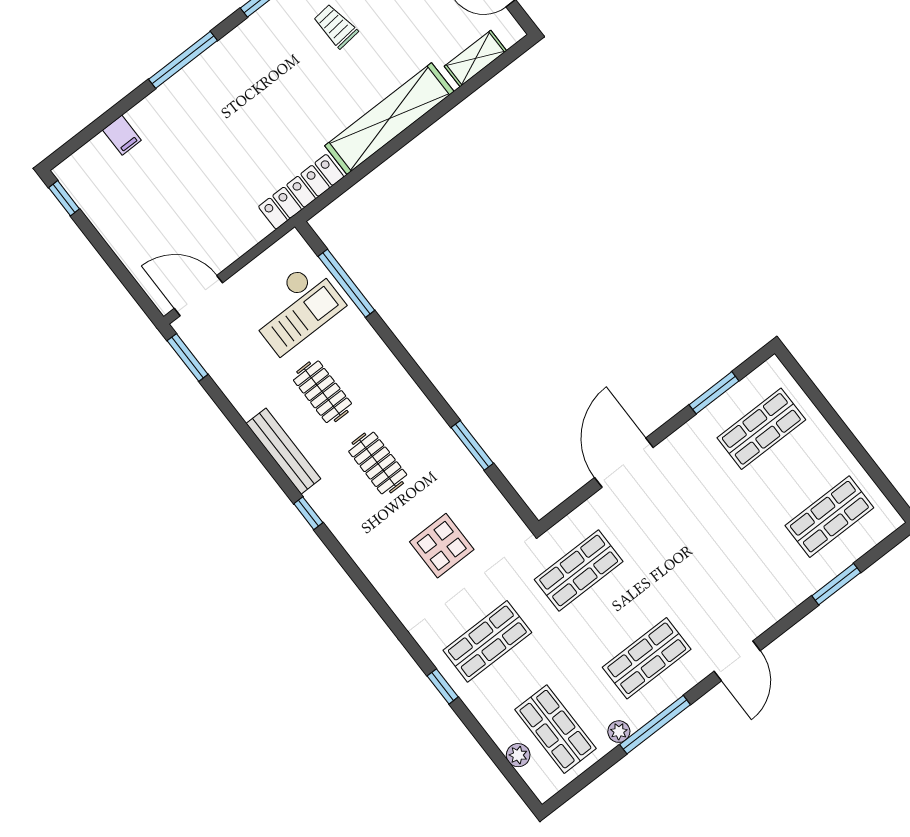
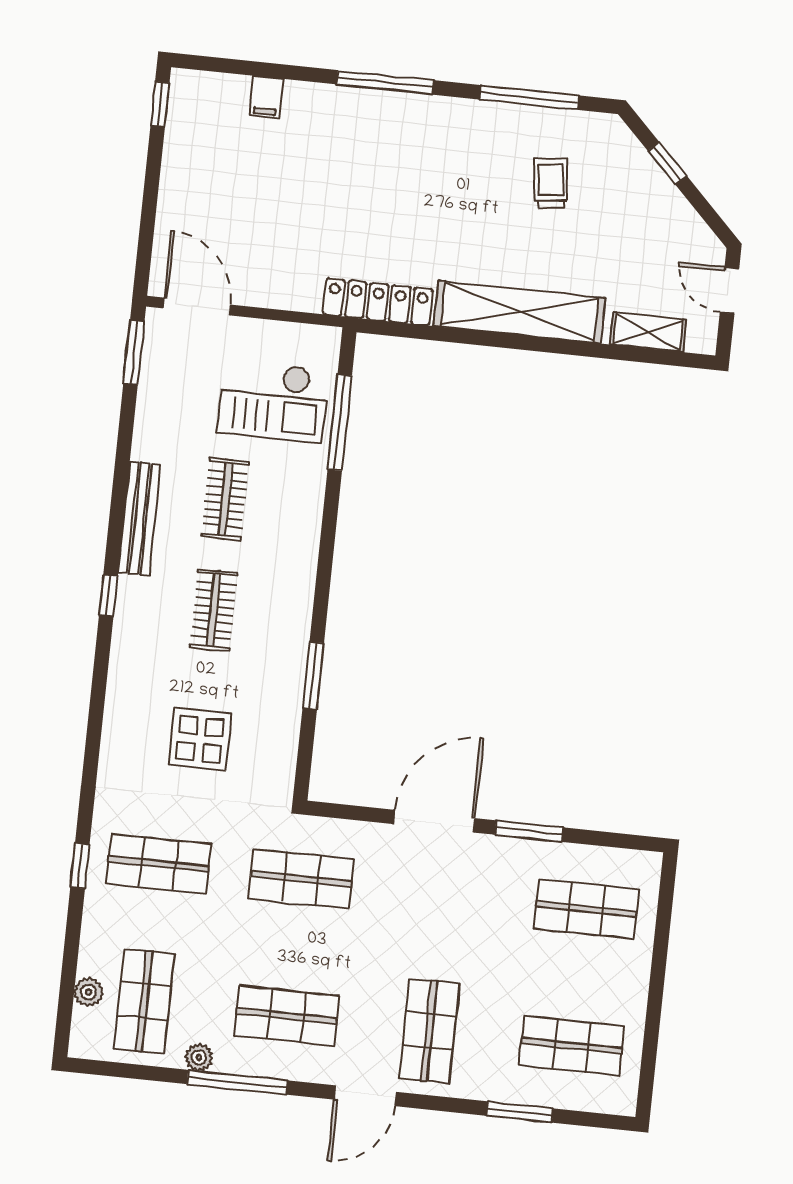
window: (714, 393) -> (529, 831), moved
shop shelf: (738, 587) -> (429, 1031), added

